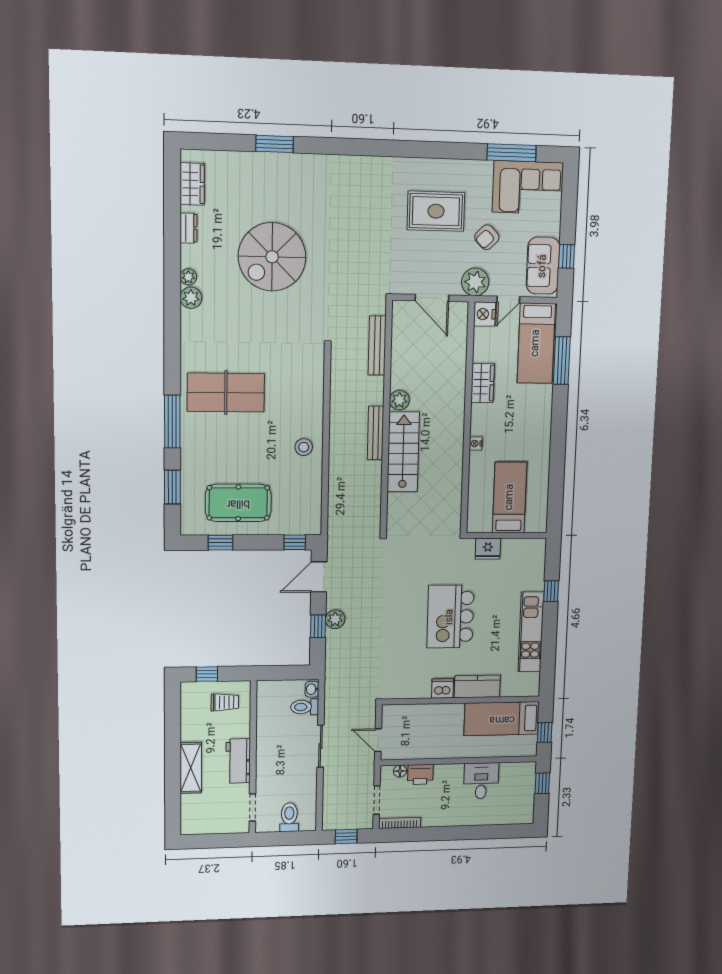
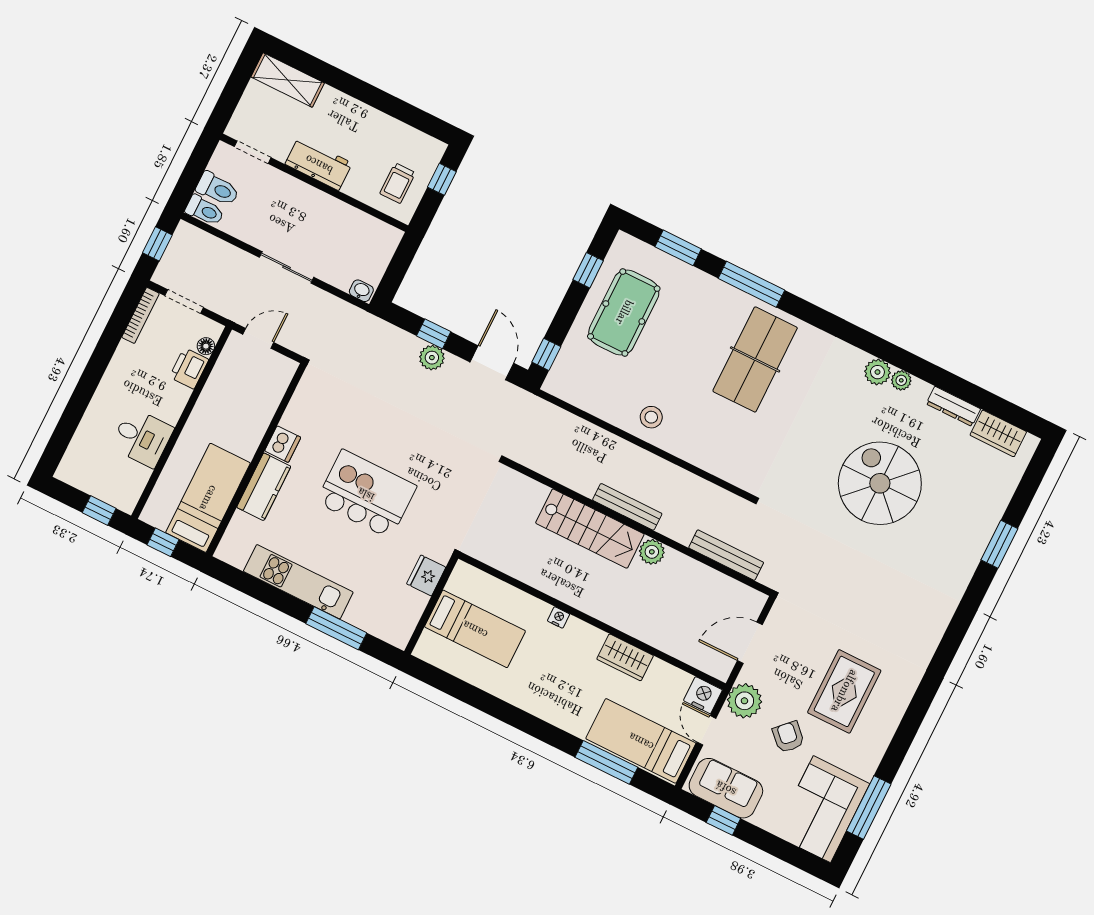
dresser: (188, 228) -> (953, 406), width x1.44
window: (551, 591) -> (336, 628), width x2.17
toilet: (305, 707) -> (205, 211), moved, turned 90
shelving: (191, 768) -> (288, 80), moved

